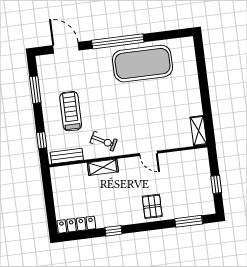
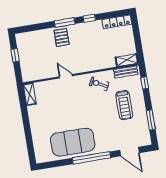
shelving: (103, 167) -> (127, 60), moved
window: (189, 221) -> (65, 22), moved

